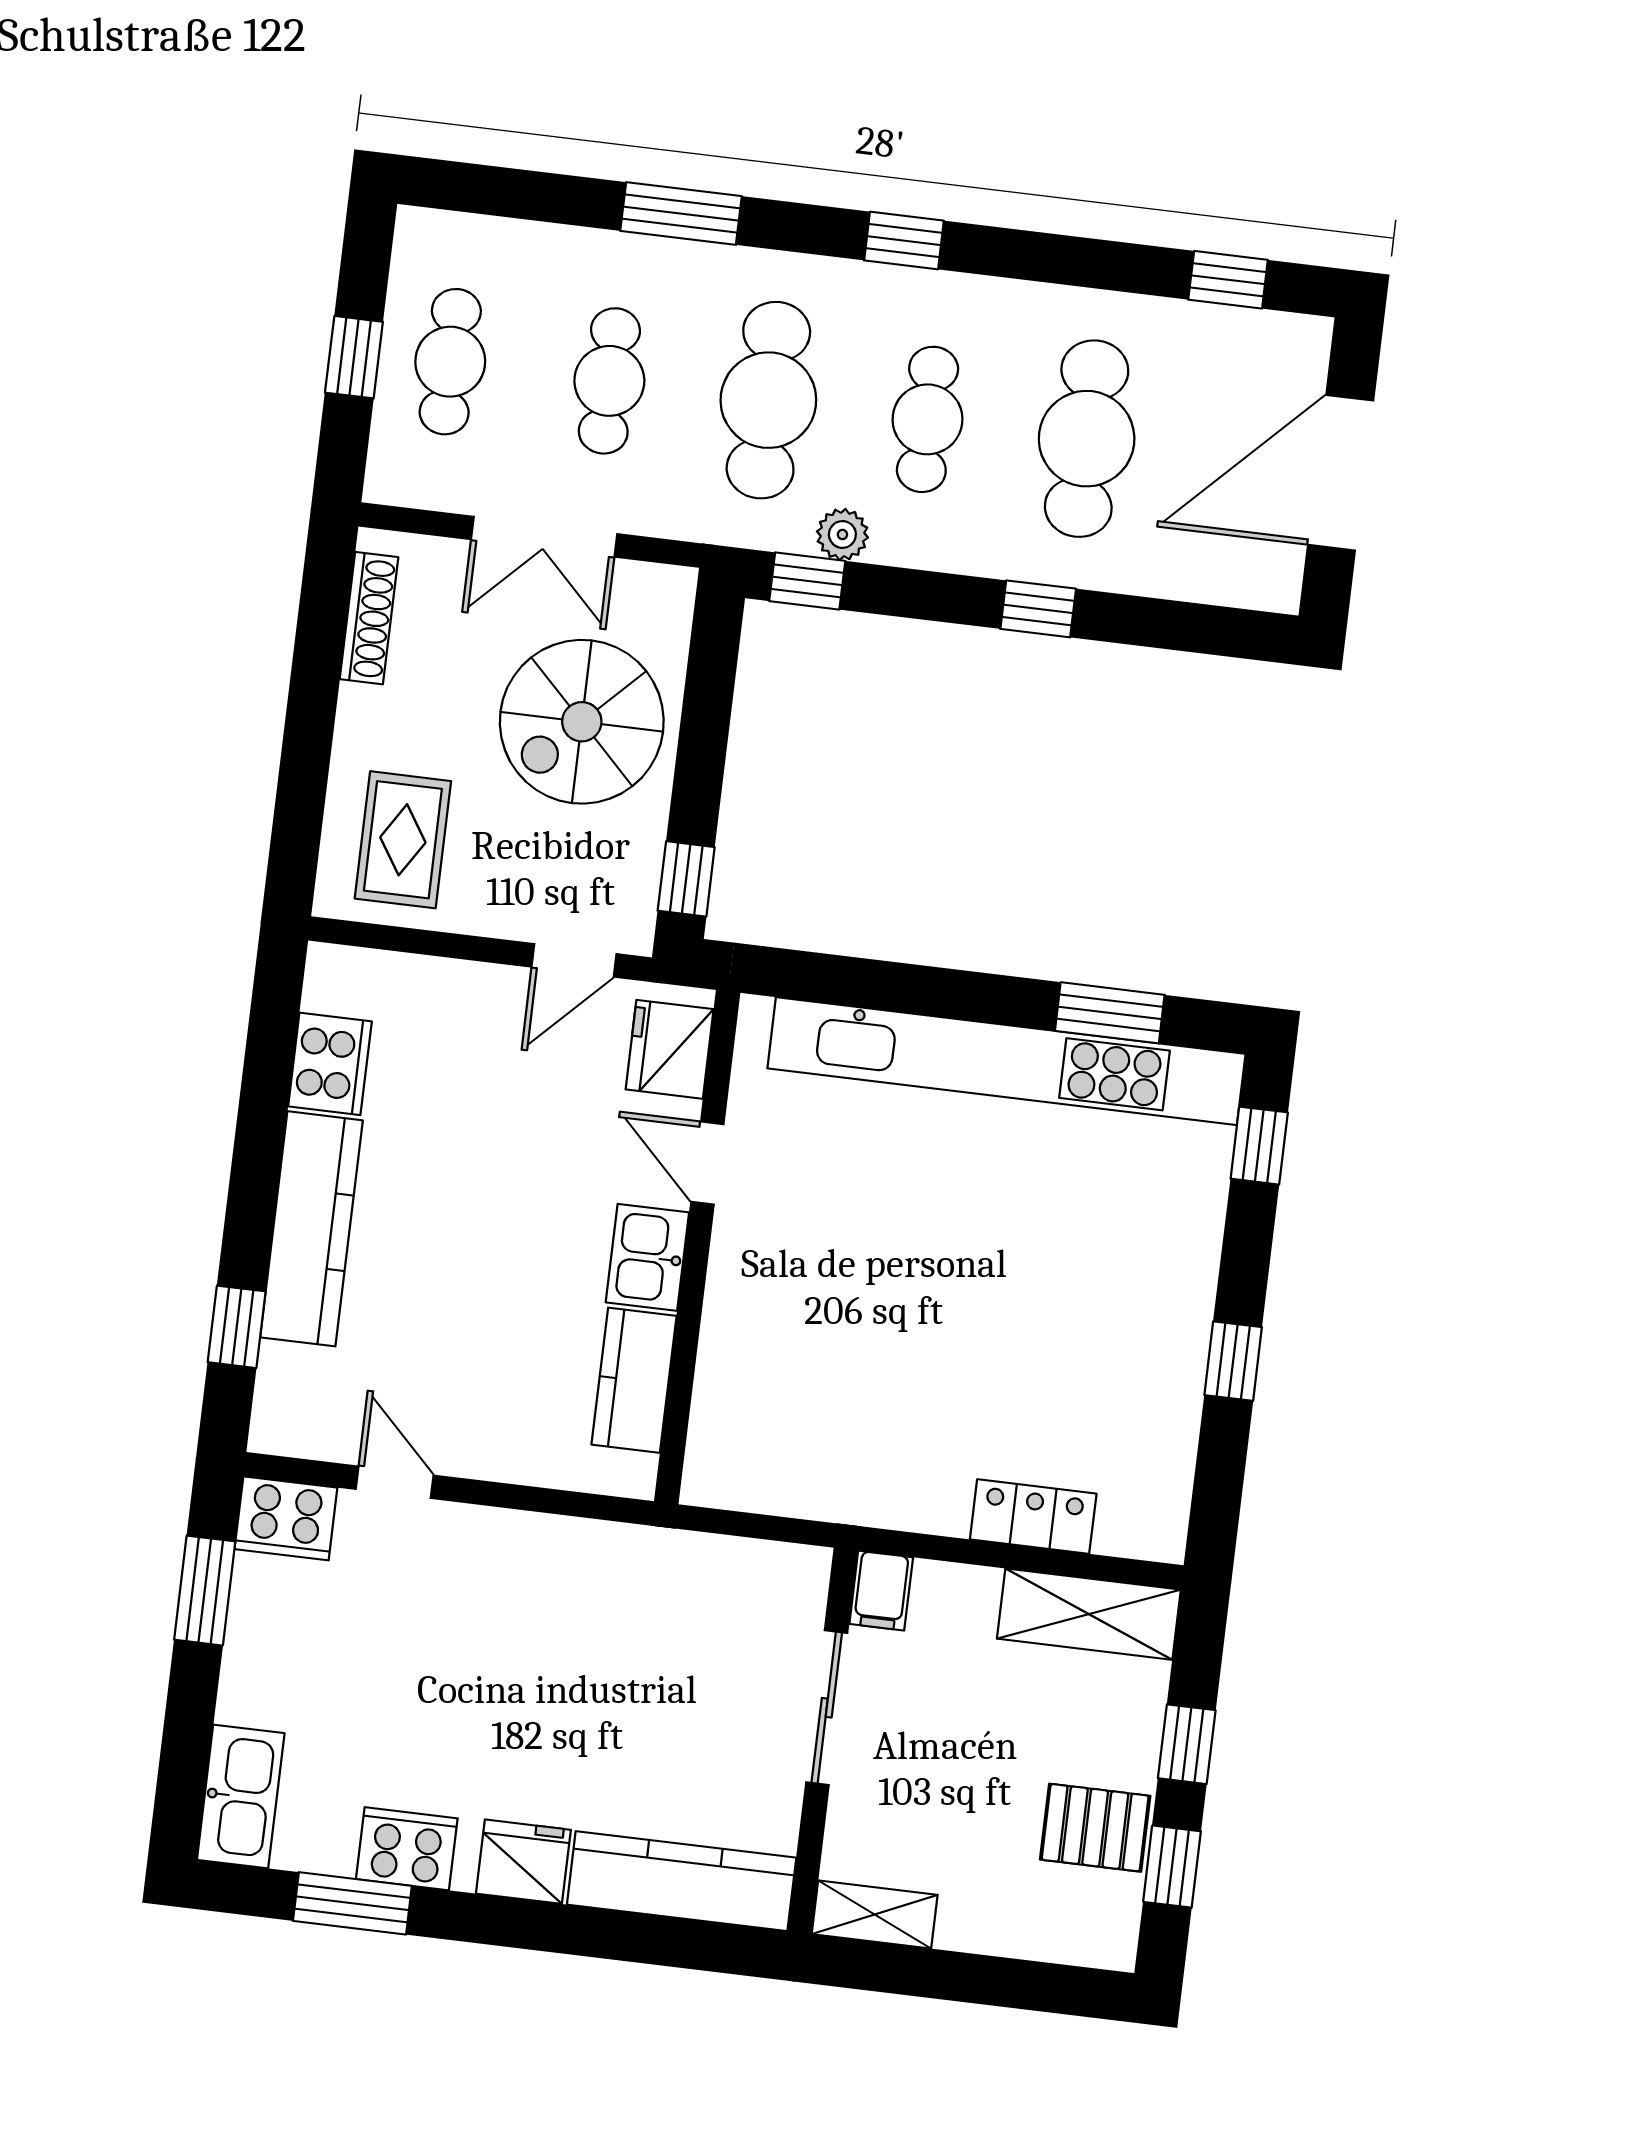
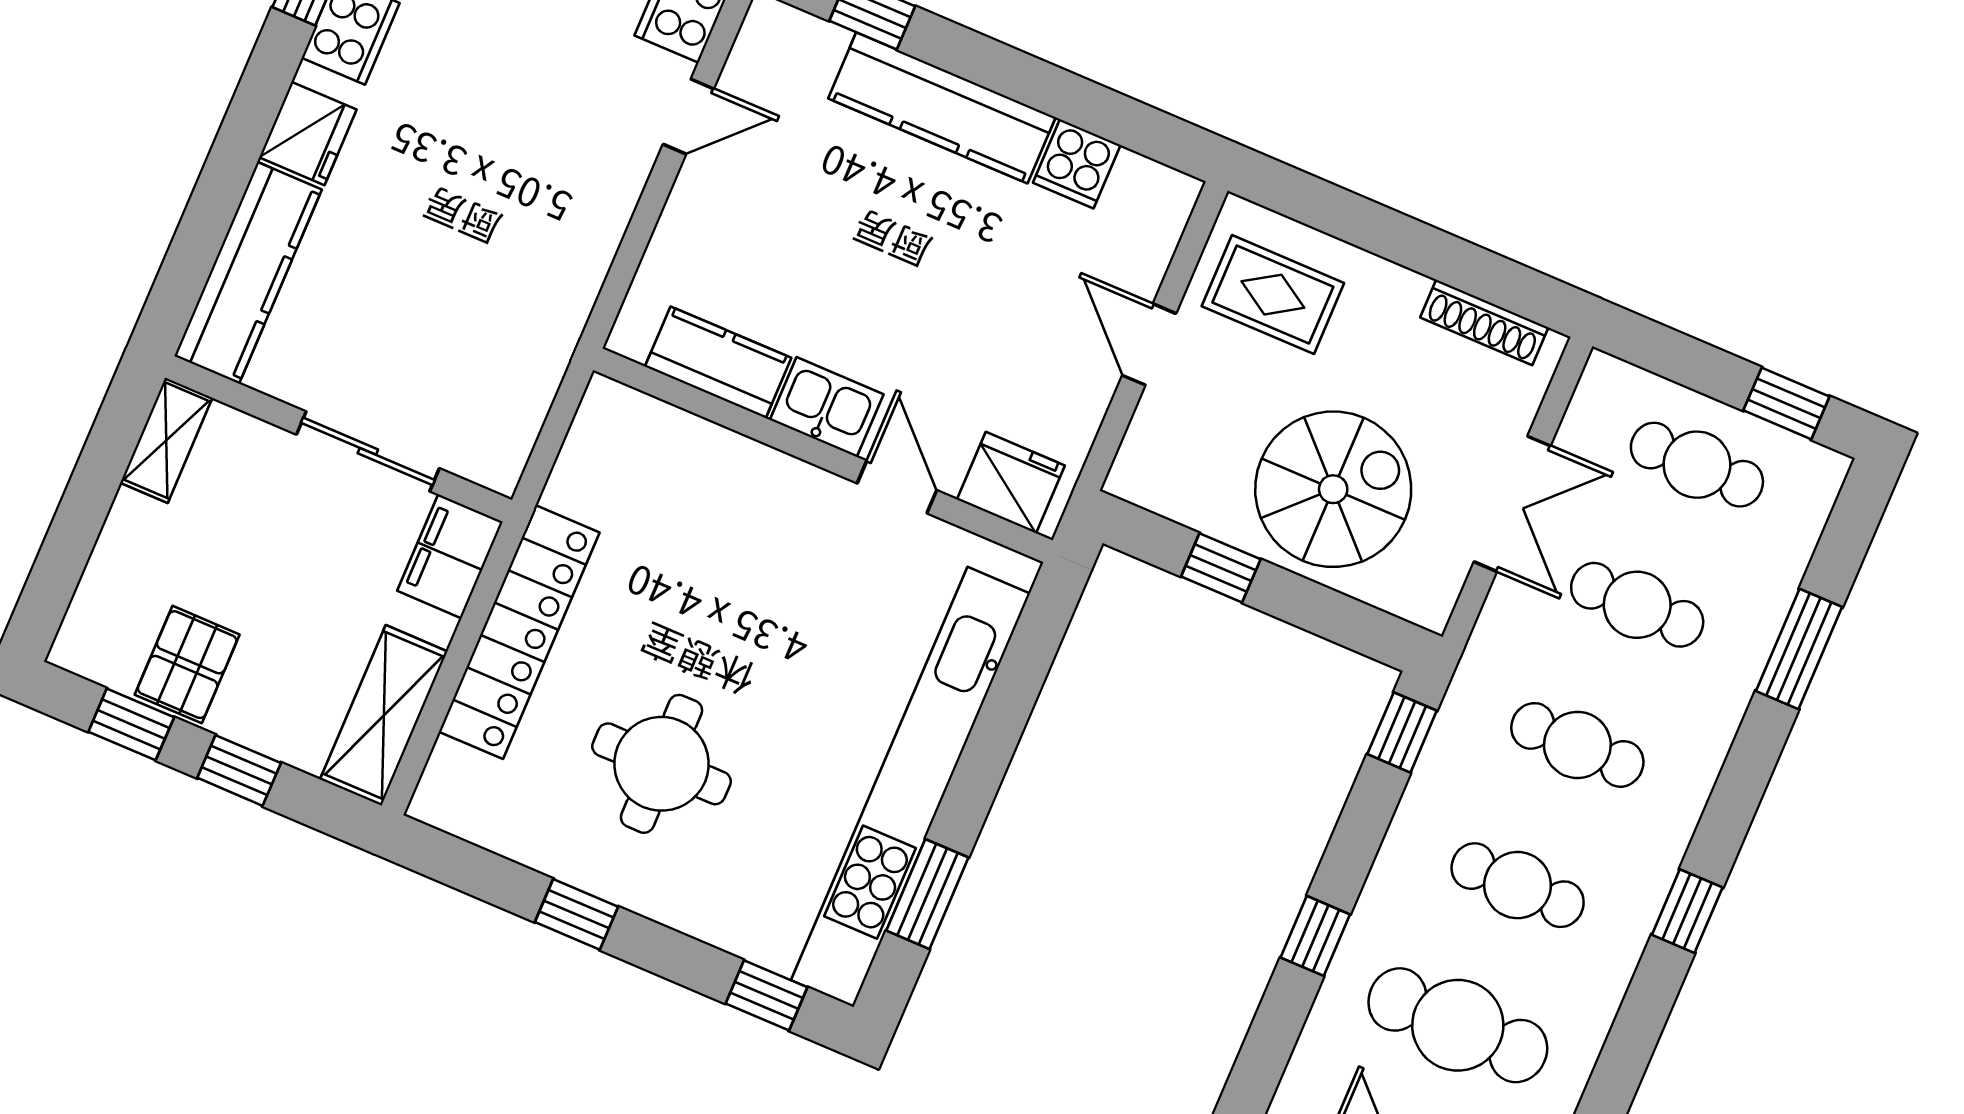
window: (681, 214) -> (1799, 649), moved
window: (354, 357) -> (1786, 403), moved
cafe table: (768, 400) -> (1577, 745), width x0.73, depth x0.74
plant: (842, 534) -> (1435, 777), removed
double door: (544, 537) -> (1512, 504), swing flipped
spiral stairs: (582, 722) -> (1333, 489), turned 90
window: (686, 879) -> (1221, 568), moved
door: (574, 960) -> (1149, 344), moved
cooker: (330, 1064) -> (1077, 164), width x0.73
door: (707, 1163) -> (897, 487), hinge flipped
round table: (1056, 1320) -> (662, 764), added
locker: (1033, 1517) -> (519, 632), width x2.16, depth x1.21
filing cabinet: (881, 1591) -> (450, 556), width x2.00

